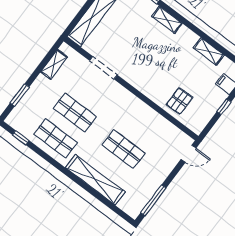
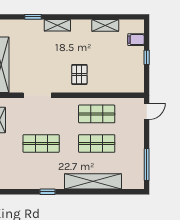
pallet: (180, 101) -> (79, 74), moved
window: (21, 138) -> (47, 192), moved
shop shelf: (55, 138) -> (97, 114), moved

